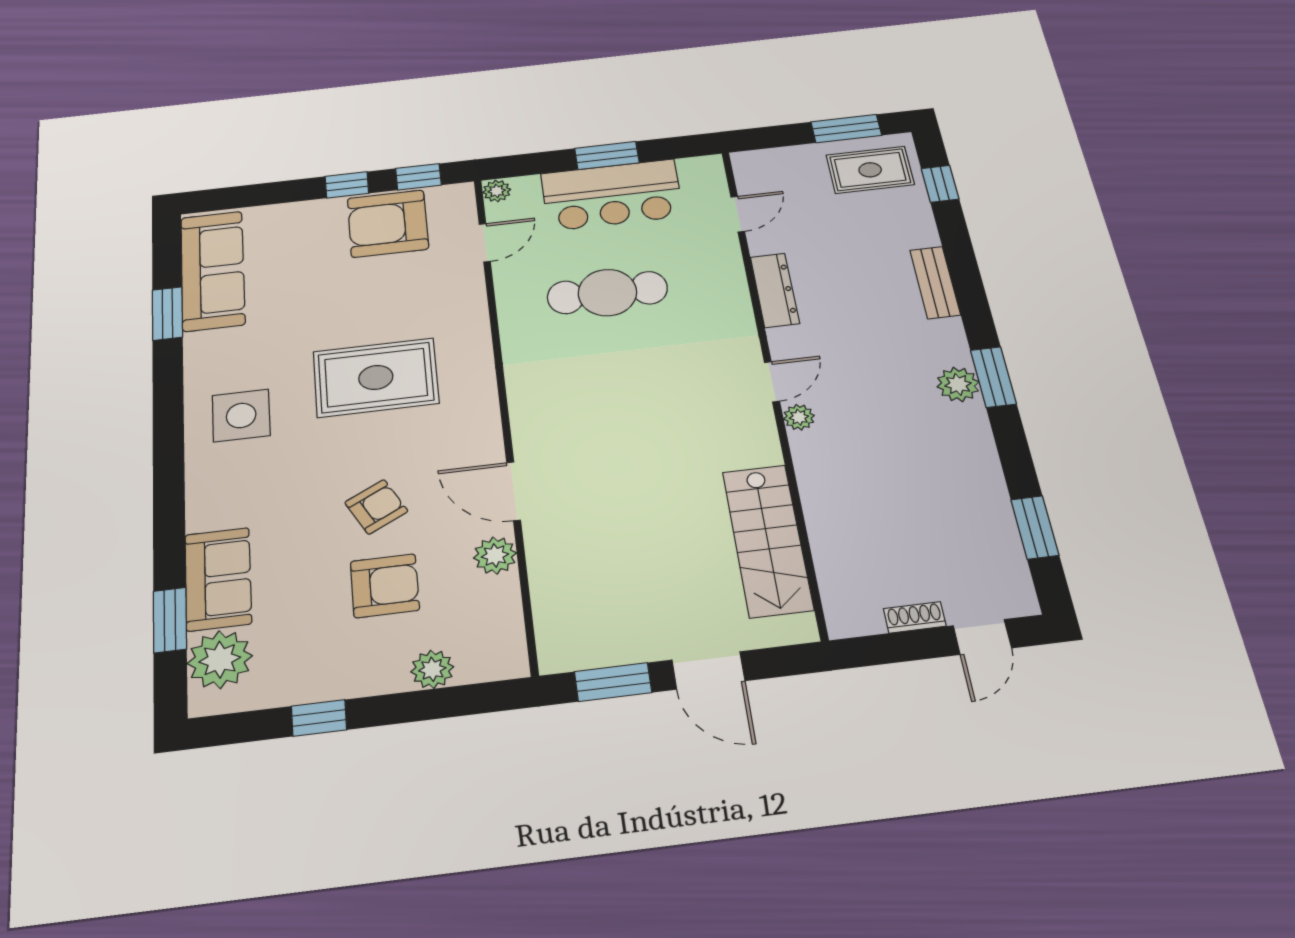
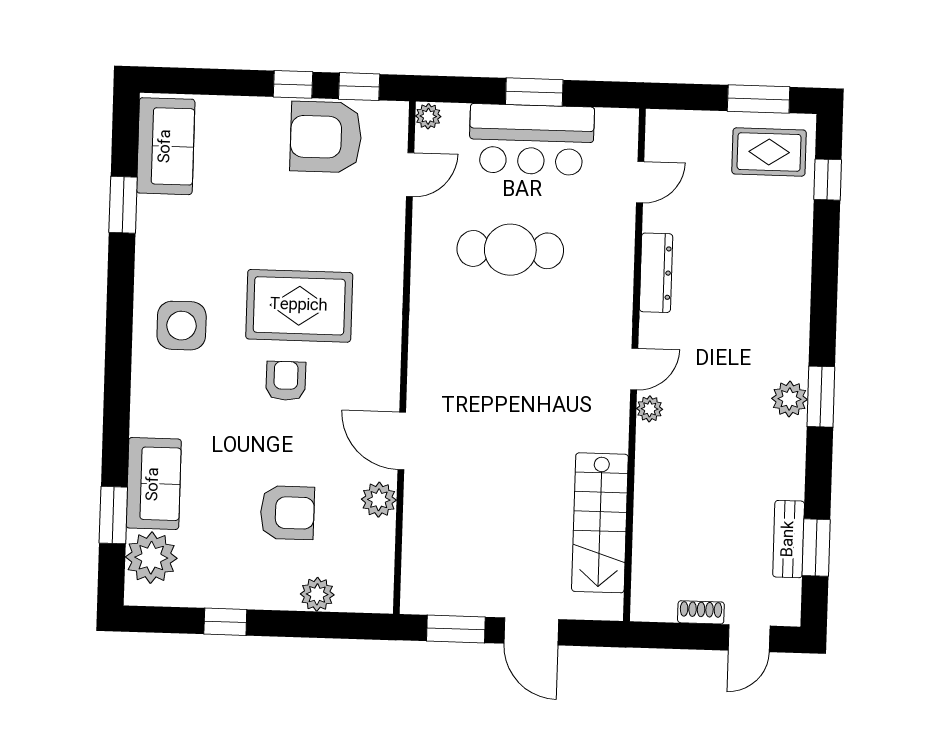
sofa: (213, 271) -> (166, 146), width x0.73
bench: (935, 282) -> (789, 539), moved
armchair: (376, 507) -> (286, 381), moved, turned -62

